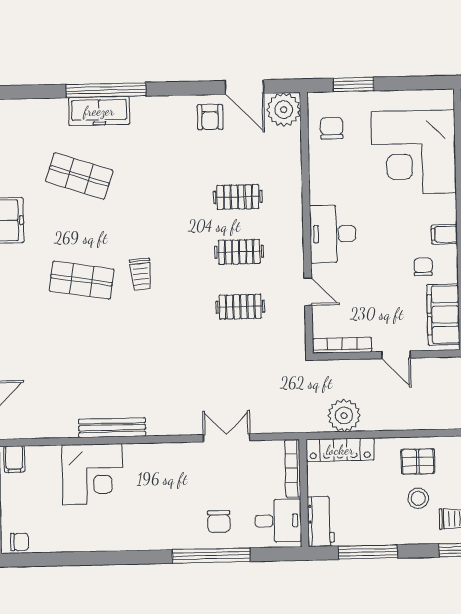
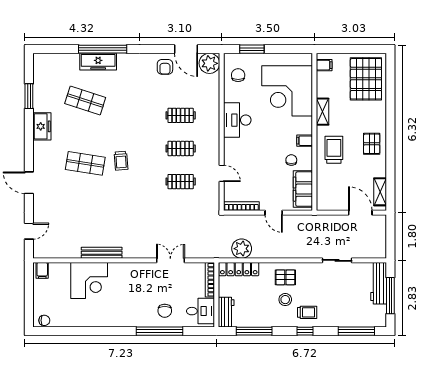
desk: (333, 234) -> (237, 120), moved

